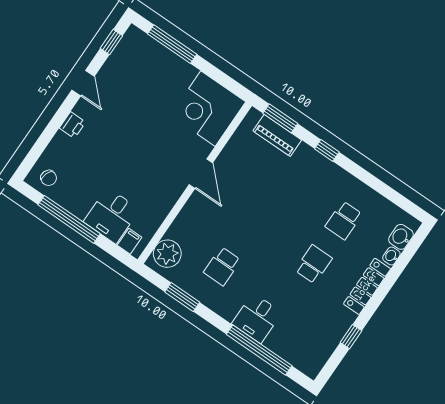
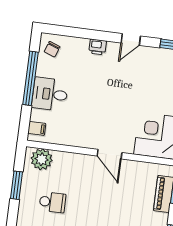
door: (201, 174) -> (110, 154), hinge flipped
desk: (112, 216) -> (50, 94), moved
school desk: (222, 266) -> (52, 202), turned 180

